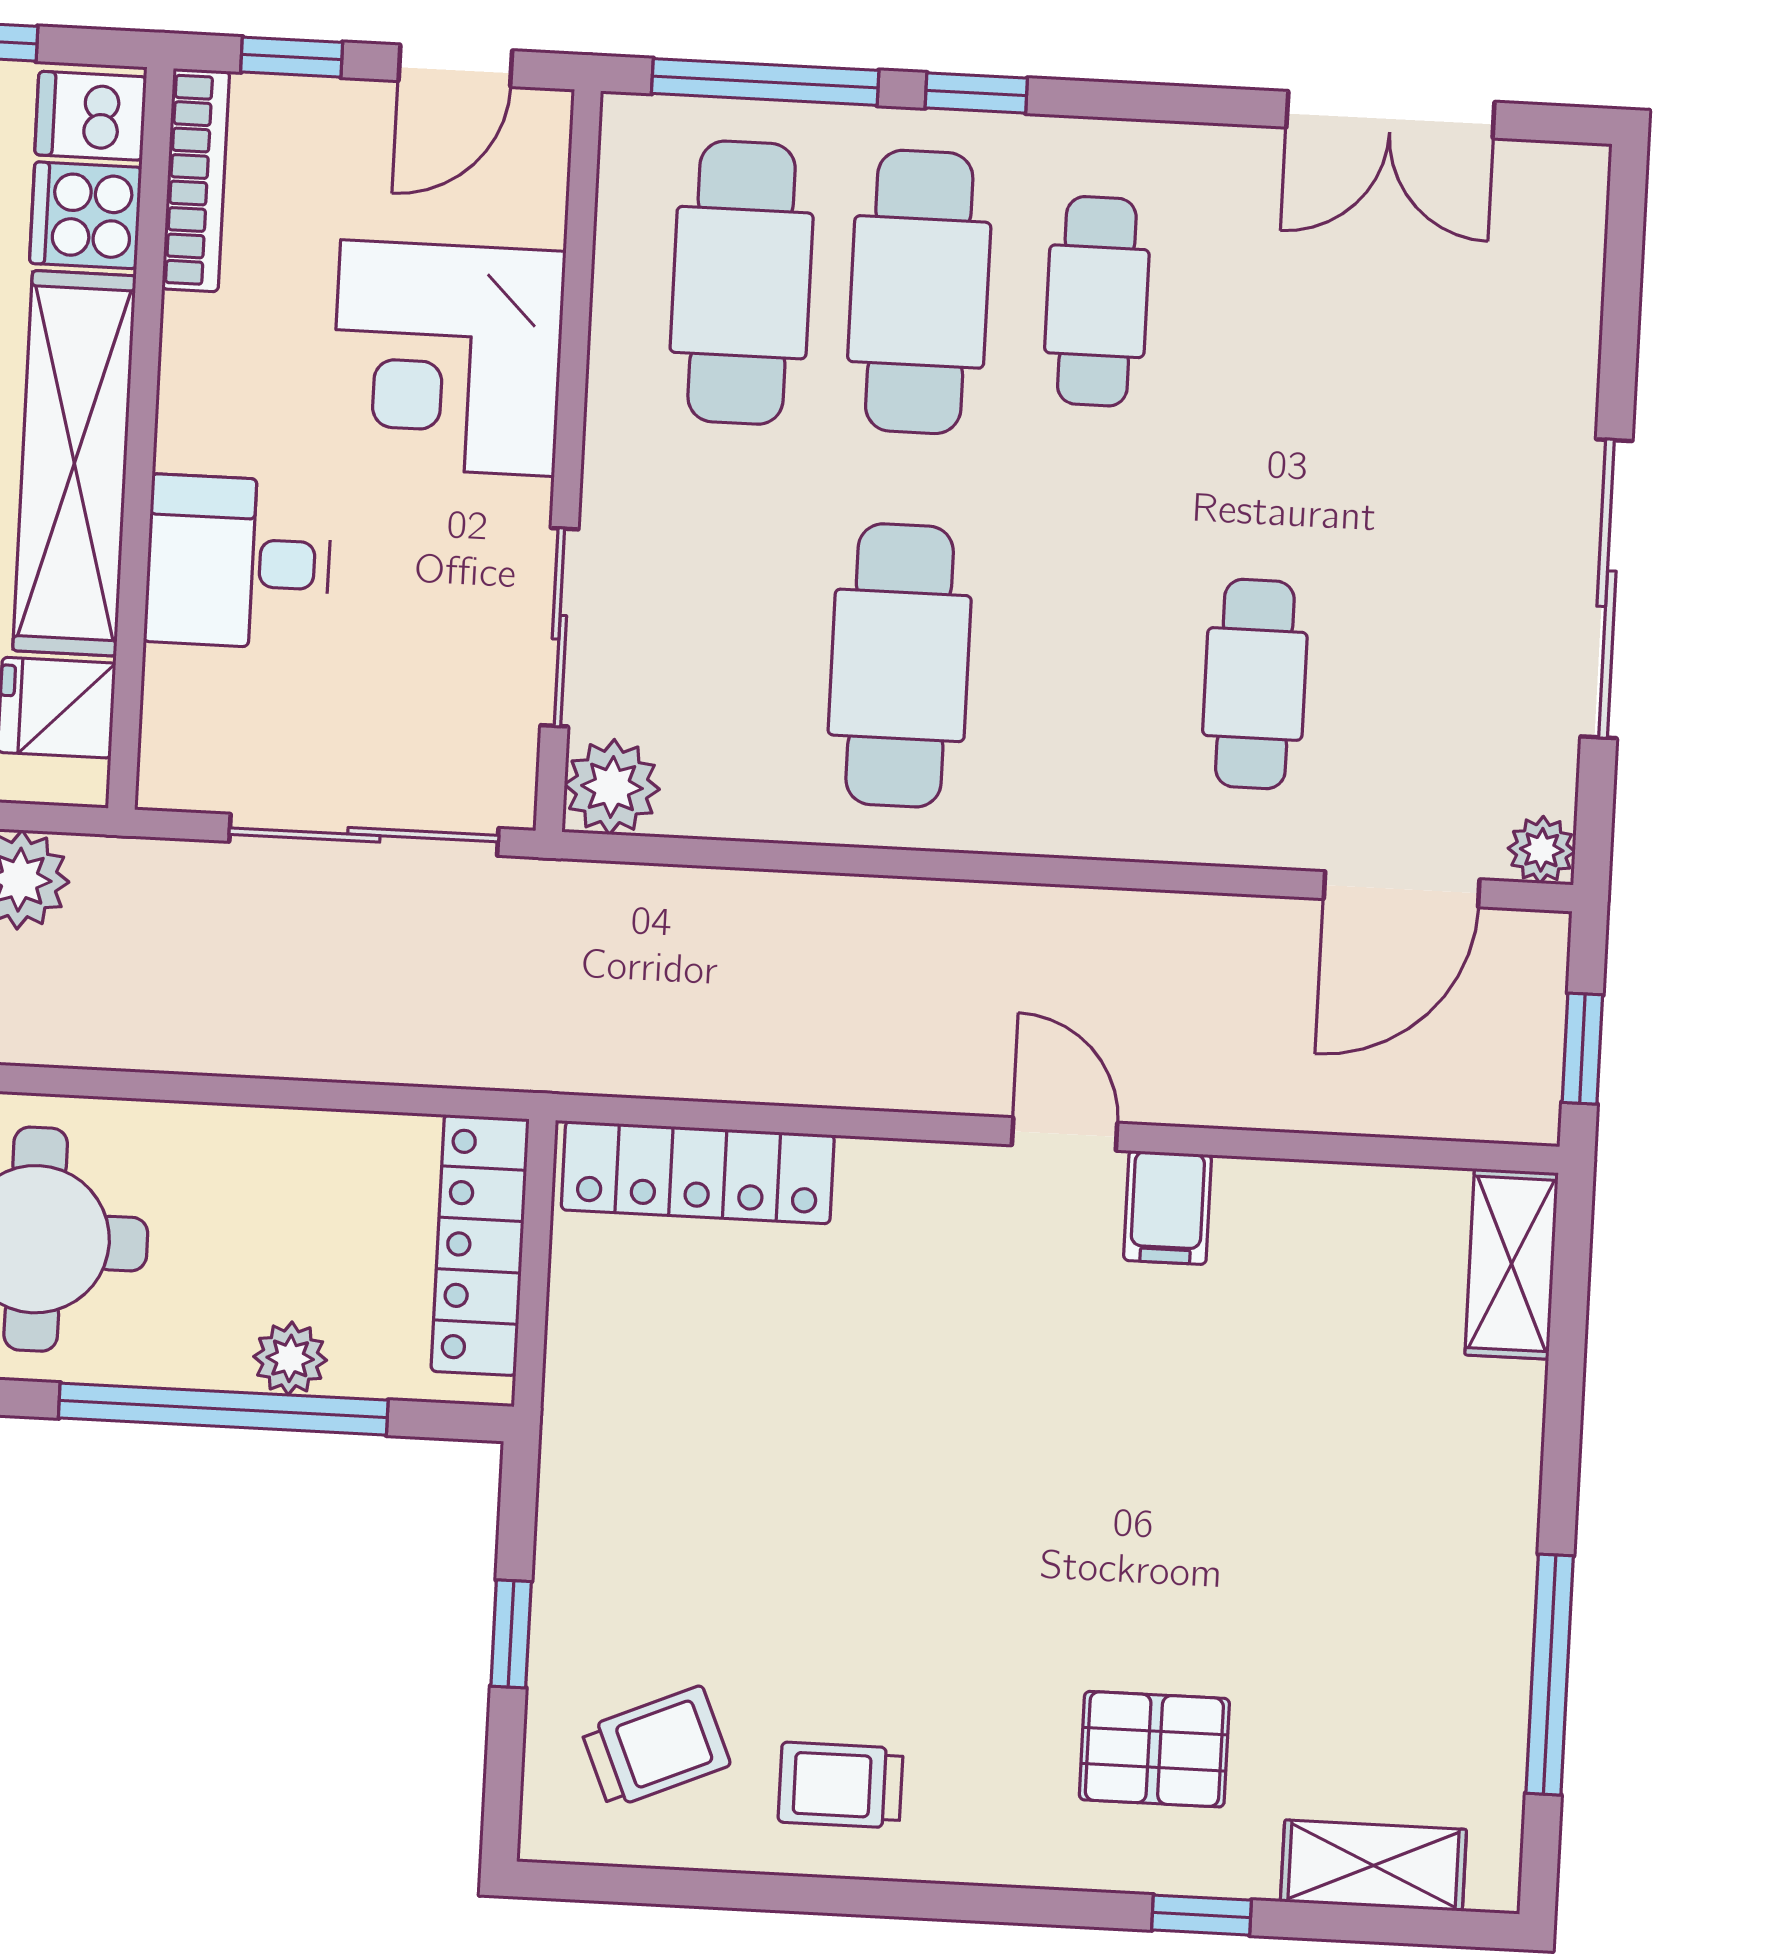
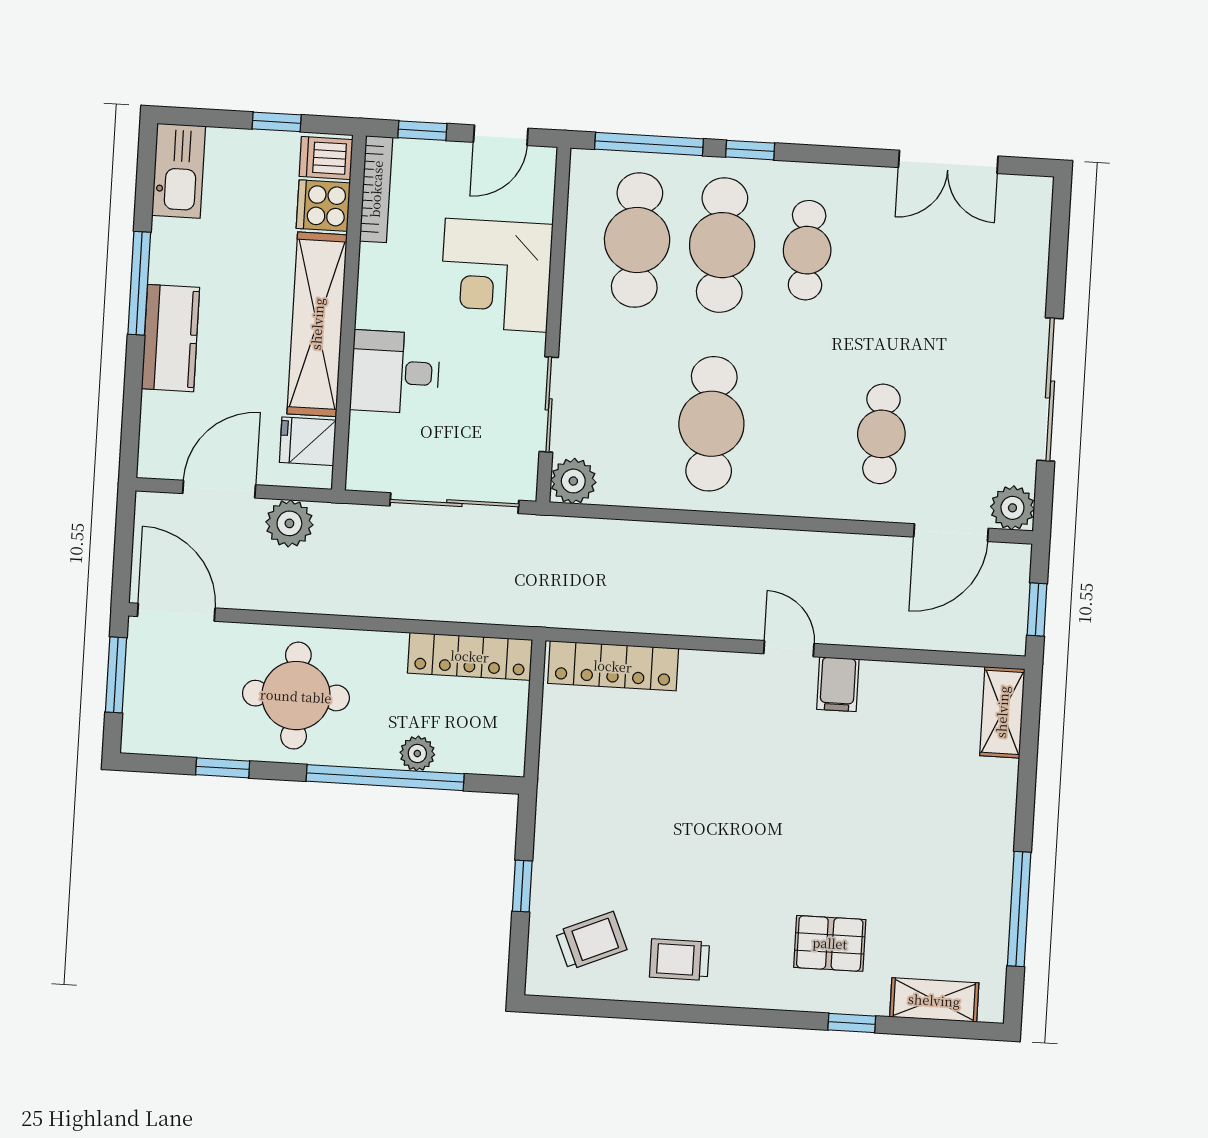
plant: (1542, 850) -> (1012, 508), width x1.38, depth x1.38
locker: (480, 1245) -> (470, 656), moved, turned -90

